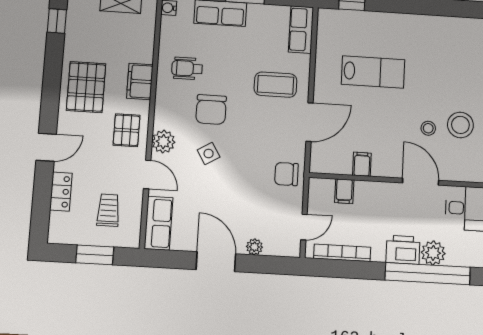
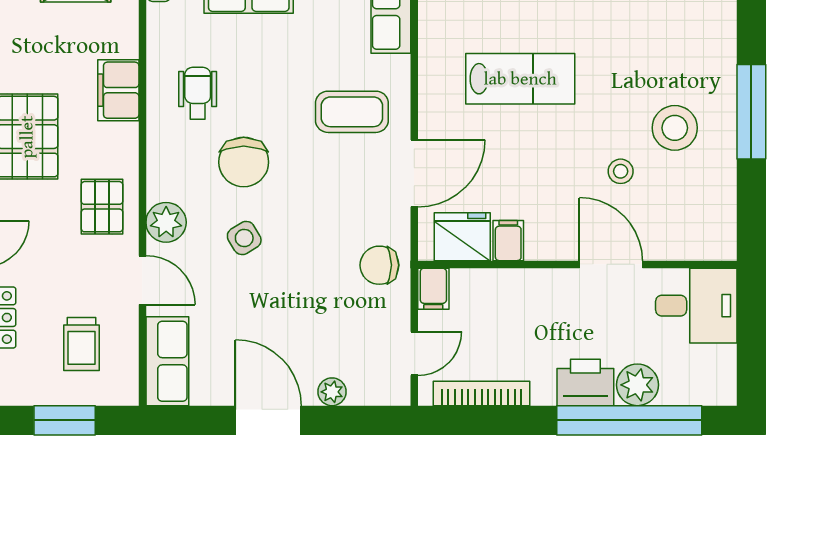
wheelchair: (187, 68) -> (198, 93), turned 90
filing cabinet: (140, 81) -> (118, 90), moved
stool: (460, 125) -> (675, 128), moved
fridge: (335, 160) -> (462, 237), added
filing cabinet: (344, 191) -> (433, 289), moved
trolley: (108, 210) -> (81, 344), turned 180

